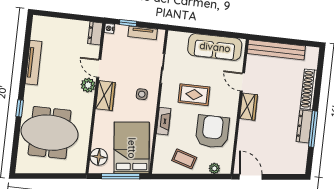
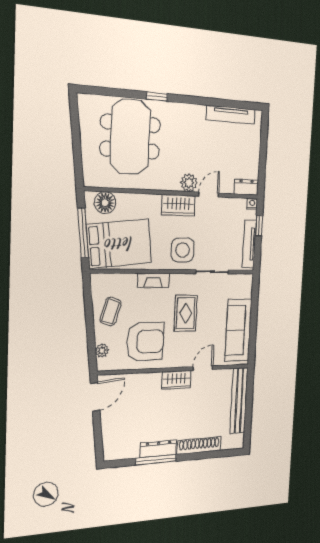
tv unit: (143, 33) -> (249, 244), width x1.41
tv unit: (34, 63) -> (231, 115), moved
side table: (142, 94) -> (182, 250), width x1.87, depth x1.87

